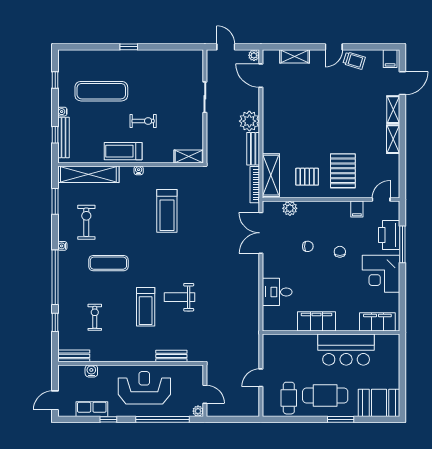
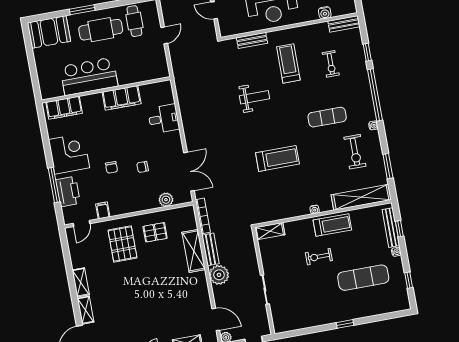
shelving: (271, 175) -> (194, 251), moved
treadmill: (167, 211) -> (277, 158), moved, turned 90
treadmill: (146, 307) -> (288, 63), moved

